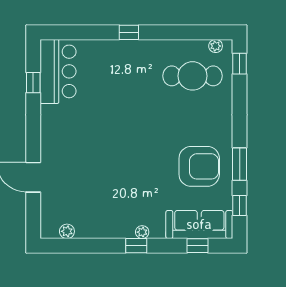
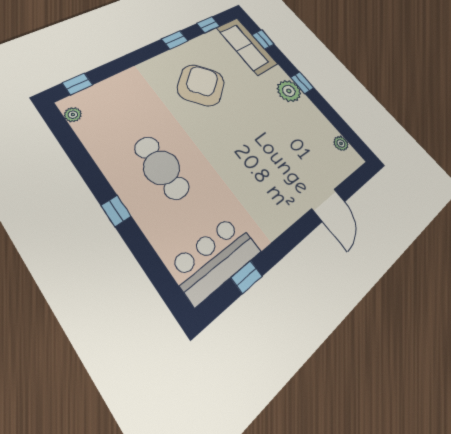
cafe table: (192, 76) -> (162, 168), moved
window: (240, 164) -> (175, 40), width x0.67
armchair: (199, 166) -> (201, 85), moved, turned 50
plant: (142, 232) -> (289, 91), width x1.87, depth x1.87

